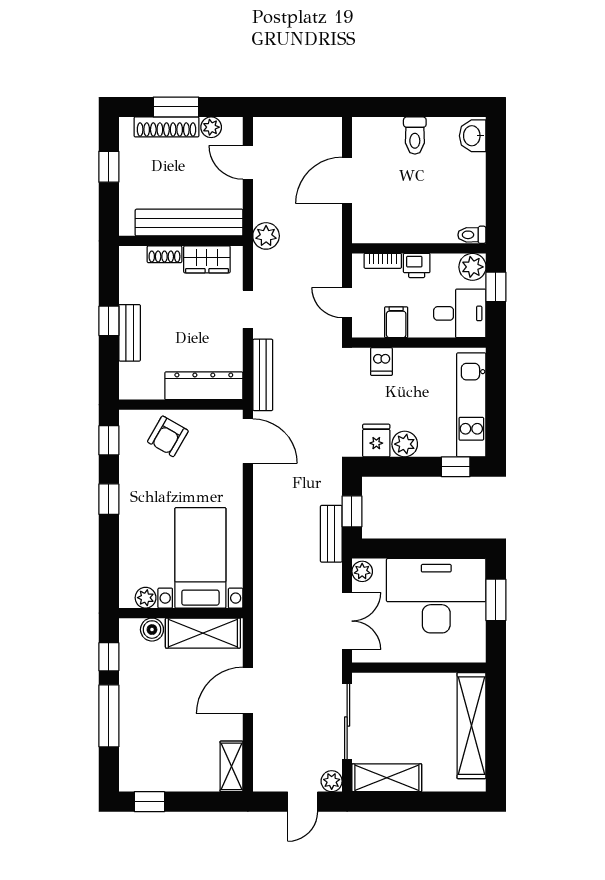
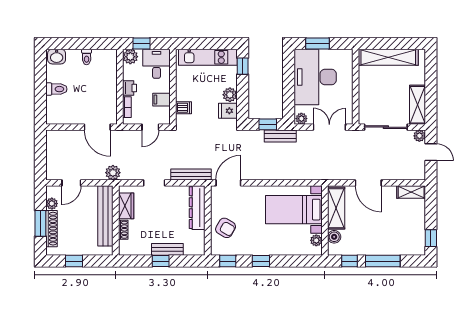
door: (347, 180) -> (97, 127), moved
toilet: (472, 235) -> (87, 57), moved

